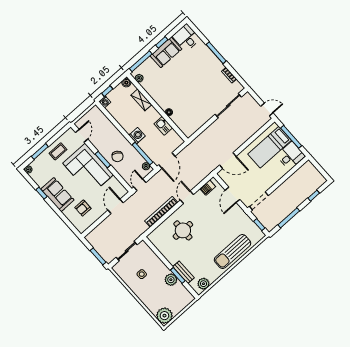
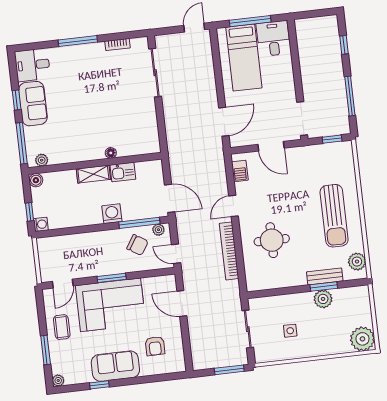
shelving: (141, 100) -> (93, 174), moved
door: (82, 136) -> (63, 284), swing flipped
chair: (117, 156) -> (138, 245), moved
door: (187, 197) -> (234, 206), hinge flipped
sun lounger: (232, 252) -> (334, 216), moved

